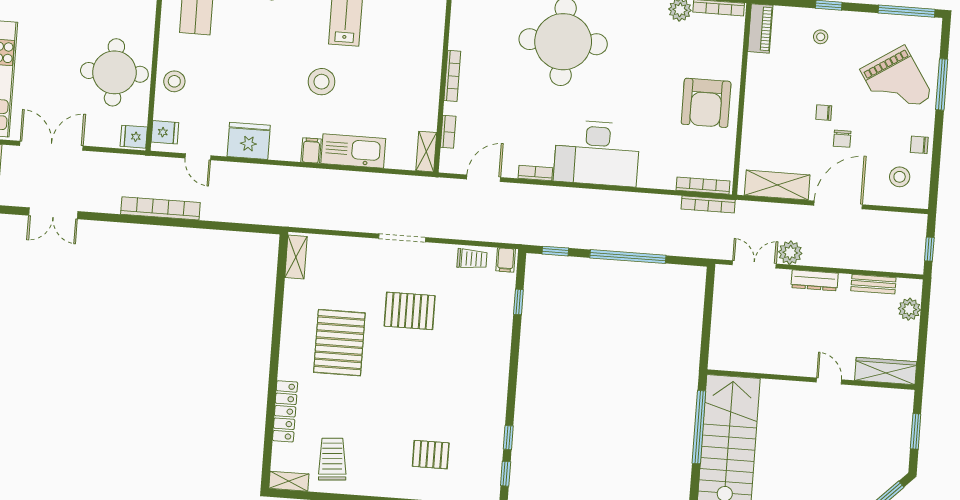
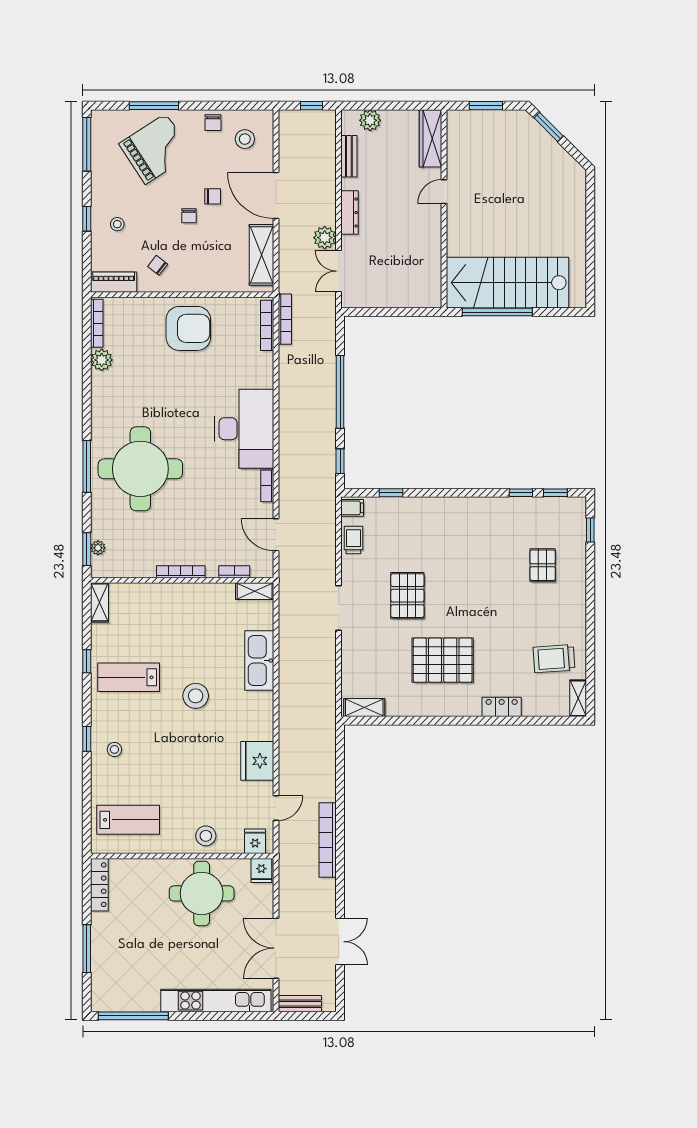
chair: (774, 76) -> (158, 265), added
filing cabinet: (311, 151) -> (262, 701), removed
locker: (285, 411) -> (502, 707), width x0.66

